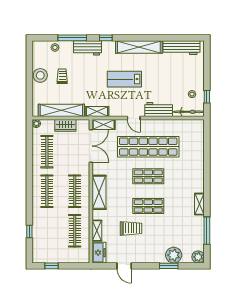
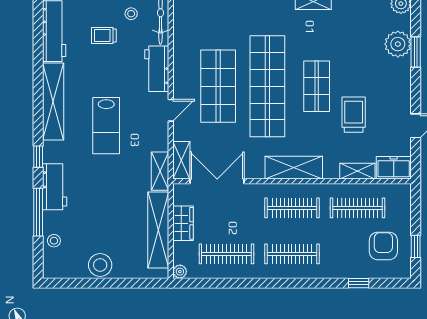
trolley: (62, 76) -> (104, 36), moved
shop shelf: (148, 147) -> (218, 86), width x0.71
shop shelf: (148, 176) -> (267, 86), width x2.00, depth x1.36
armchair: (52, 246) -> (383, 246), added

